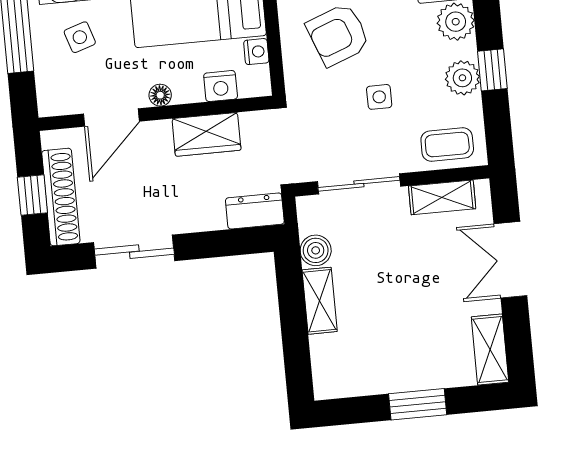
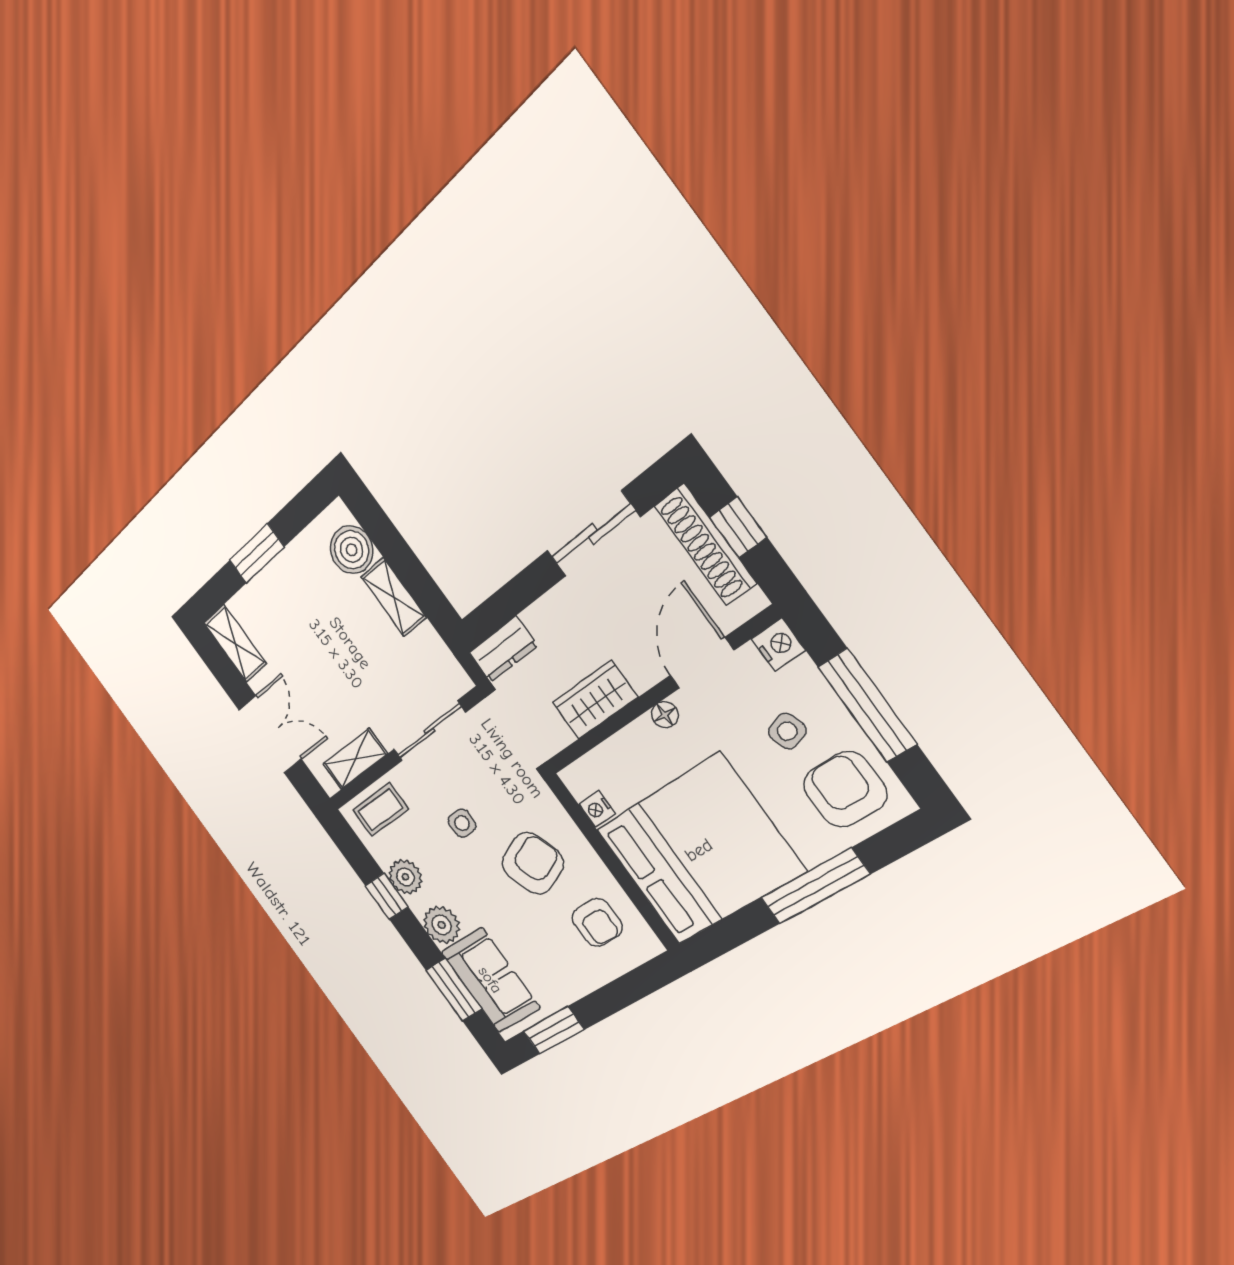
nightstand: (221, 86) -> (778, 645), moved, turned 90
boiler: (316, 250) -> (352, 550), moved, width x1.36, depth x1.36

